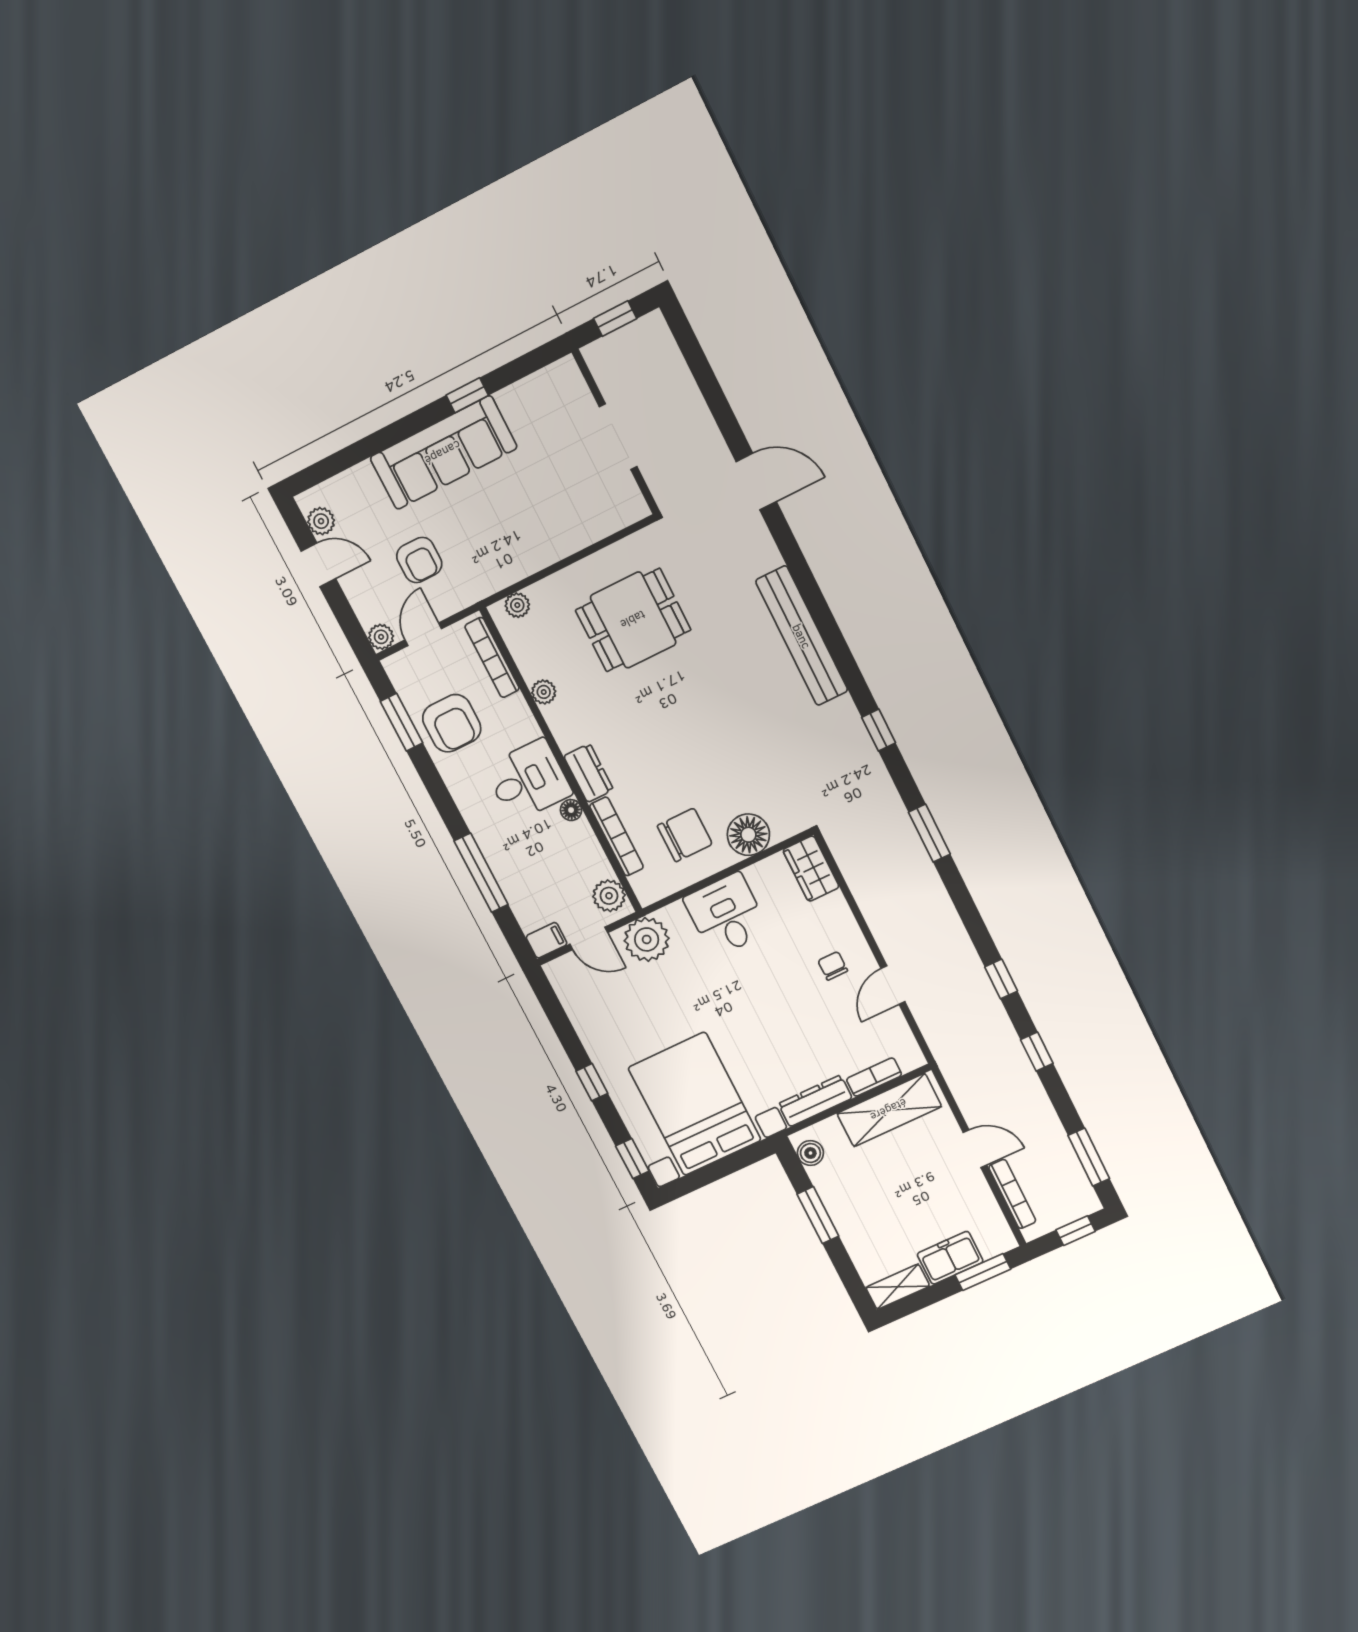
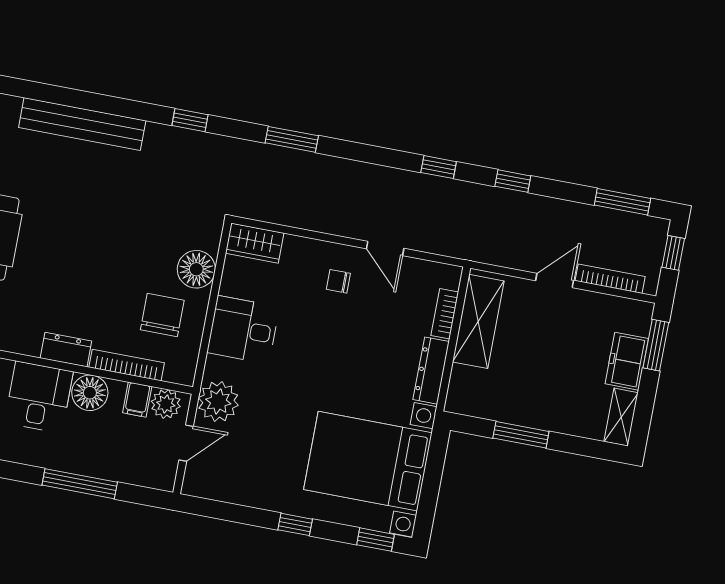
floor lamp: (571, 810) -> (90, 393), width x1.89, depth x1.89
filing cabinet: (547, 940) -> (137, 400), moved, turned 180
boiler: (810, 1153) -> (469, 404), removed

